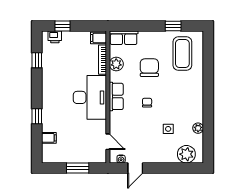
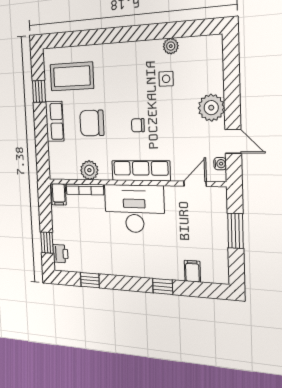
row of seats: (124, 38) -> (55, 121), moved
row of seats: (116, 96) -> (141, 171), width x1.48
side table: (168, 129) -> (166, 79), moved
plant: (186, 154) -> (211, 108), moved

